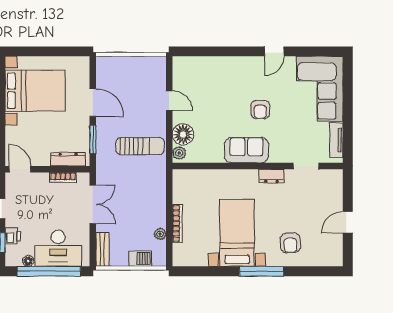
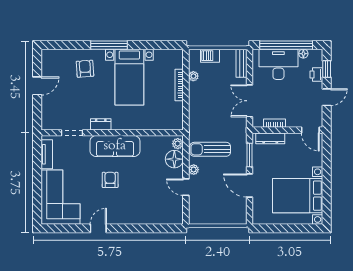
plant: (160, 122) -> (194, 170), added
sofa: (246, 150) -> (115, 146), width x1.36

